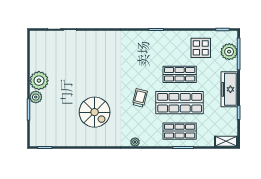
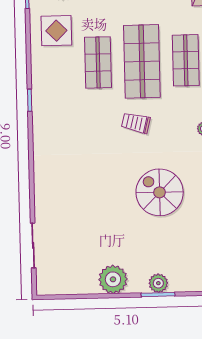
plant: (36, 97) -> (158, 283), moved
spiral stairs: (95, 112) -> (160, 192), turned -90

